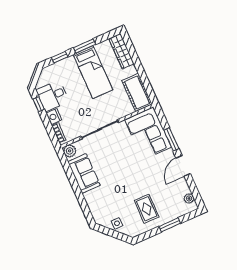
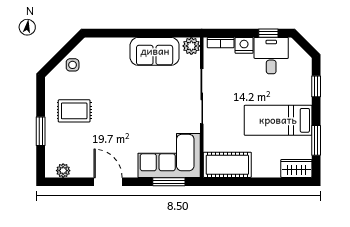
window: (85, 46) -> (316, 140), moved
wardrobe: (121, 51) -> (296, 168), width x0.67
window: (171, 139) -> (169, 182), moved

